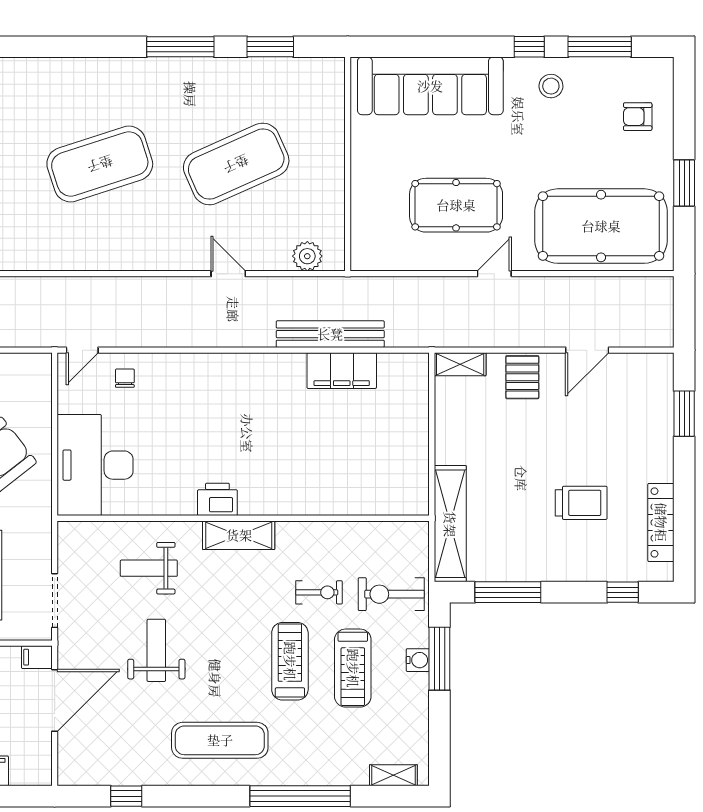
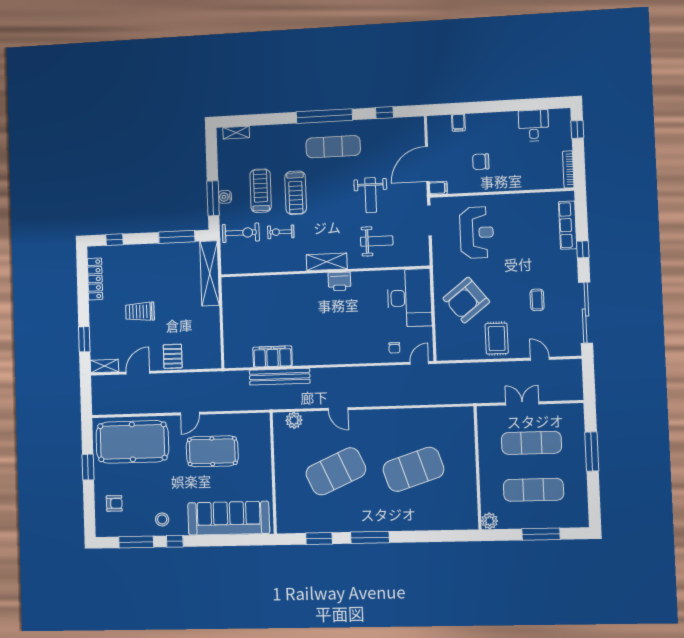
shelving: (460, 364) -> (104, 366), moved
trolley: (581, 503) -> (140, 312), moved
window: (300, 796) -> (324, 116), moved

